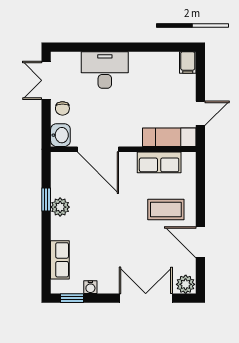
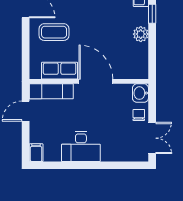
desk: (105, 70) -> (81, 147), moved
door: (98, 149) -> (96, 81), moved
window: (46, 200) -> (152, 14), moved

